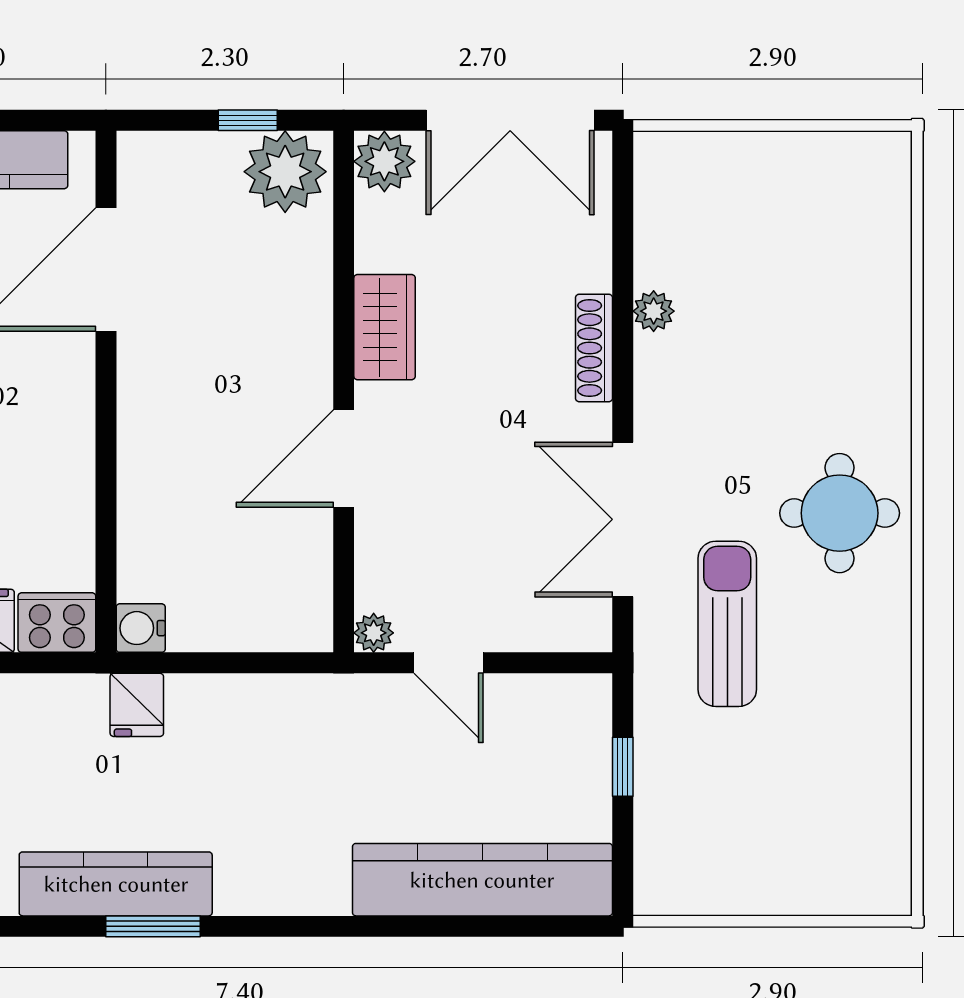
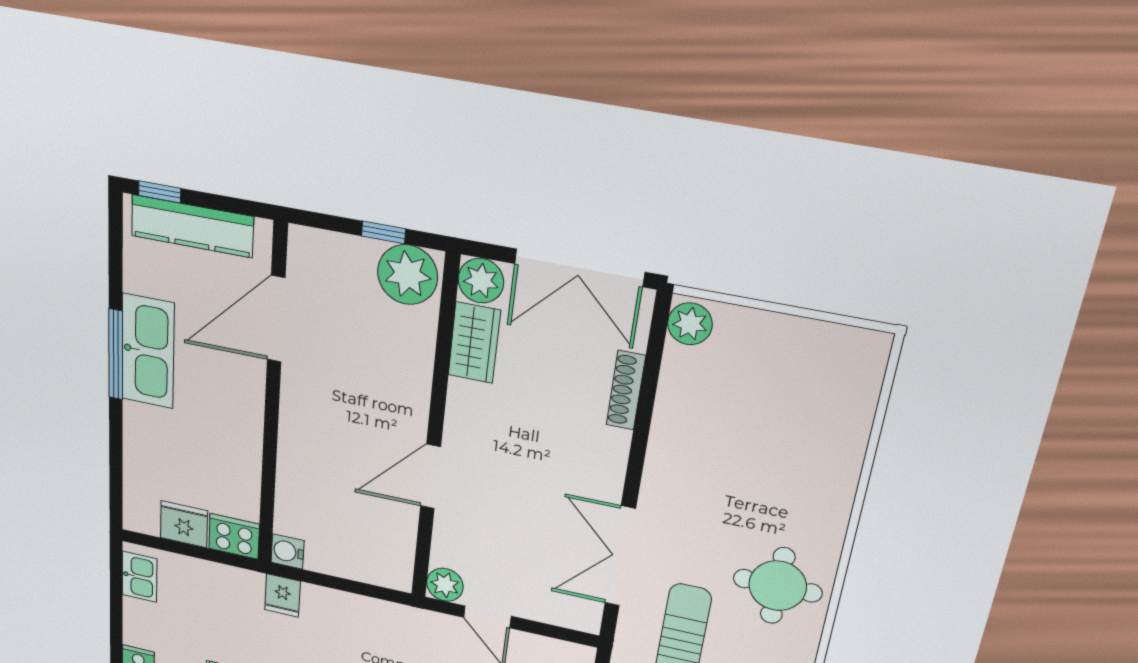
plant: (654, 311) -> (690, 324), moved, width x1.38, depth x1.38
wardrobe: (385, 327) -> (474, 343), moved
shoe rack: (594, 348) -> (626, 390), moved
plant: (374, 633) -> (445, 585), width x1.38, depth x1.38

